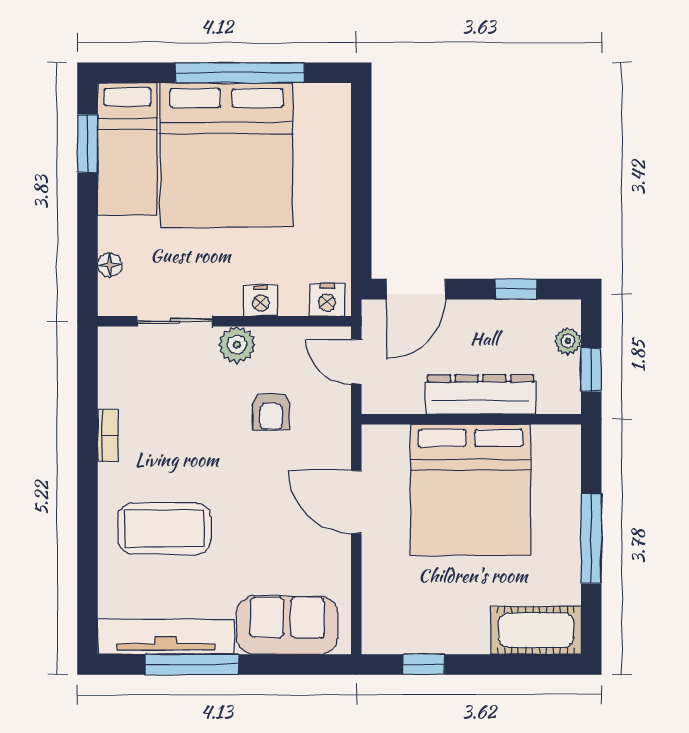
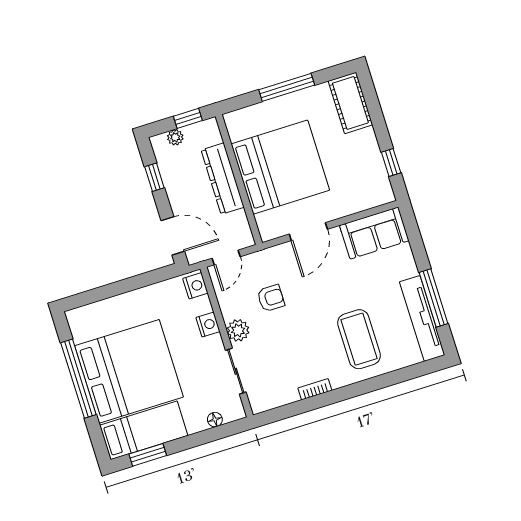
sofa: (287, 625) -> (374, 233), moved, turned -90

